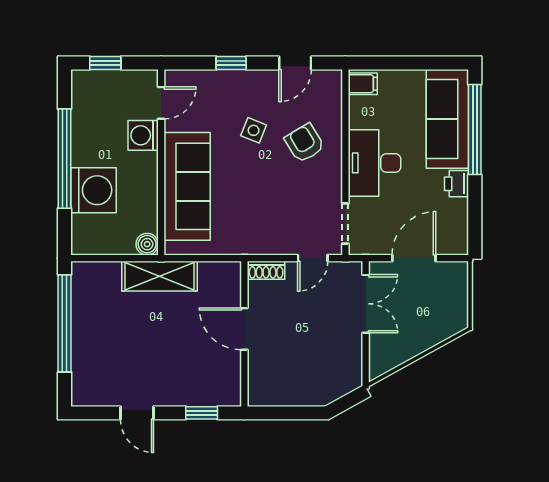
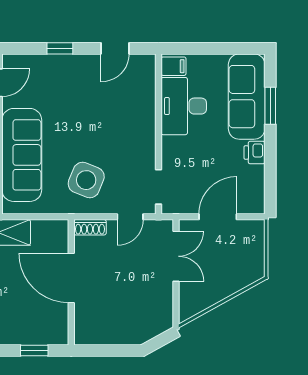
side table: (254, 130) -> (86, 180), moved, width x1.87, depth x1.87
window: (475, 130) -> (270, 106), width x0.47
armchair: (304, 143) -> (123, 117), removed
desk: (375, 163) -> (184, 106), moved
door: (244, 329) -> (71, 278), width x1.36

